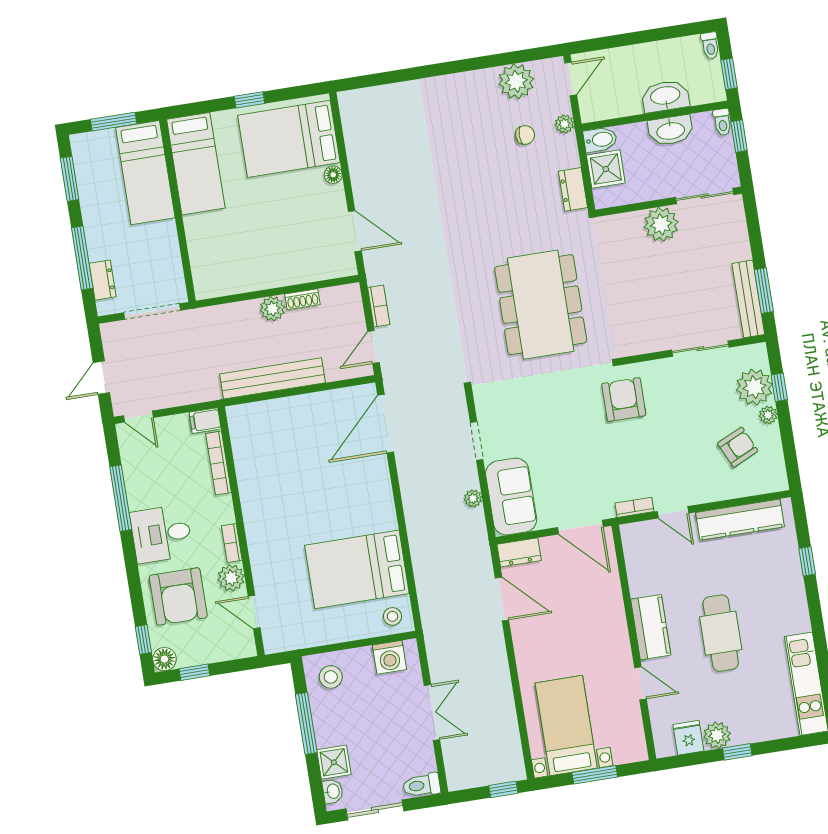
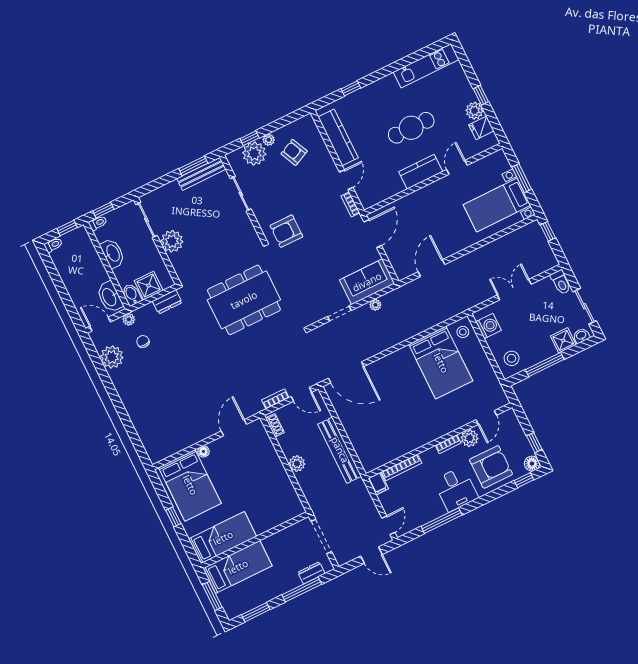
washbasin: (665, 96) -> (110, 297), moved
shoe rack: (302, 299) -> (275, 425), moved
dresser: (519, 552) -> (400, 266), removed

